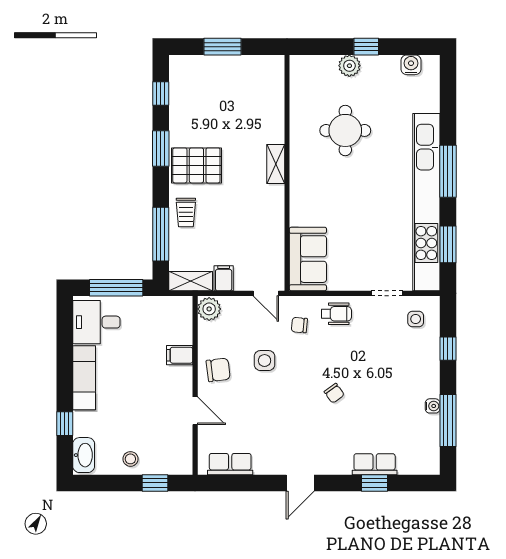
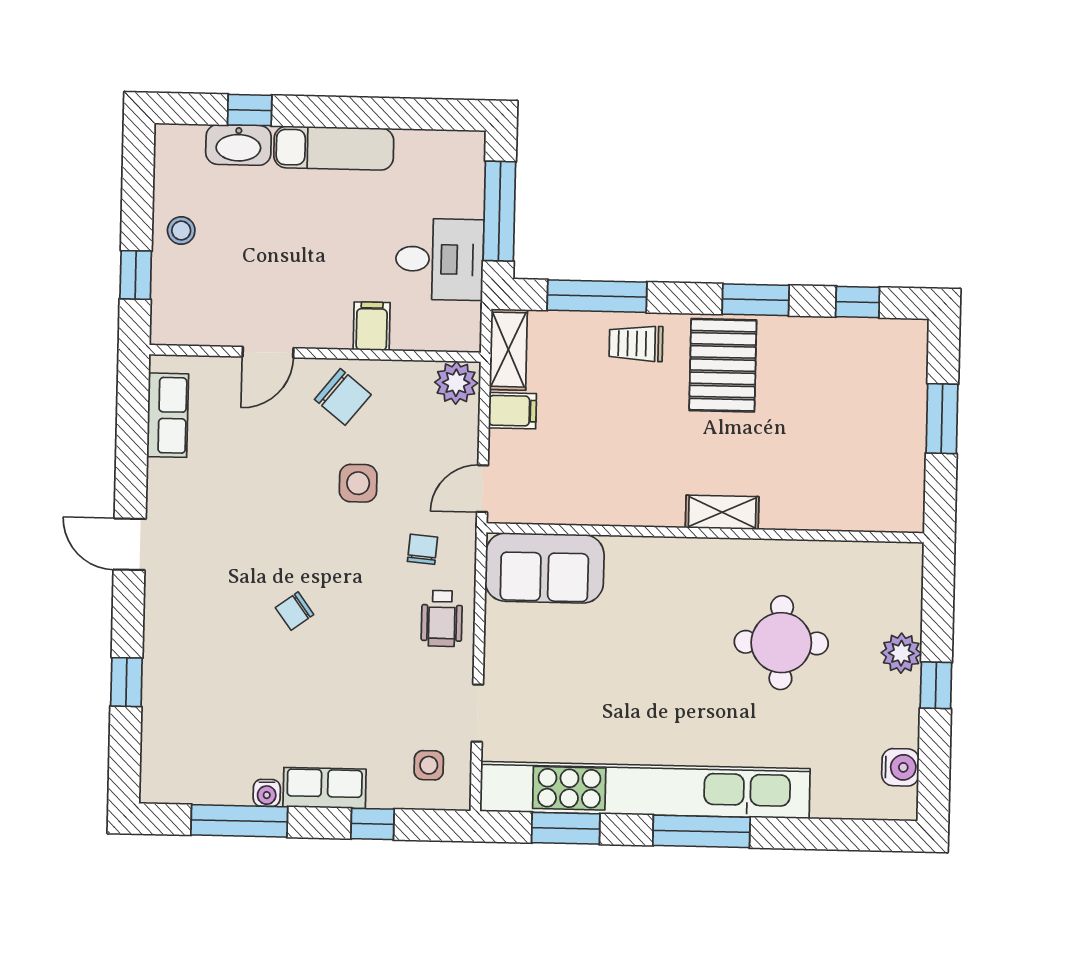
desk: (96, 322) -> (440, 259), moved, turned 90
chair: (218, 370) -> (343, 397), turned -44
washbasin: (84, 455) -> (238, 145), moved
row of seats: (375, 464) -> (325, 788), moved, turned -90

